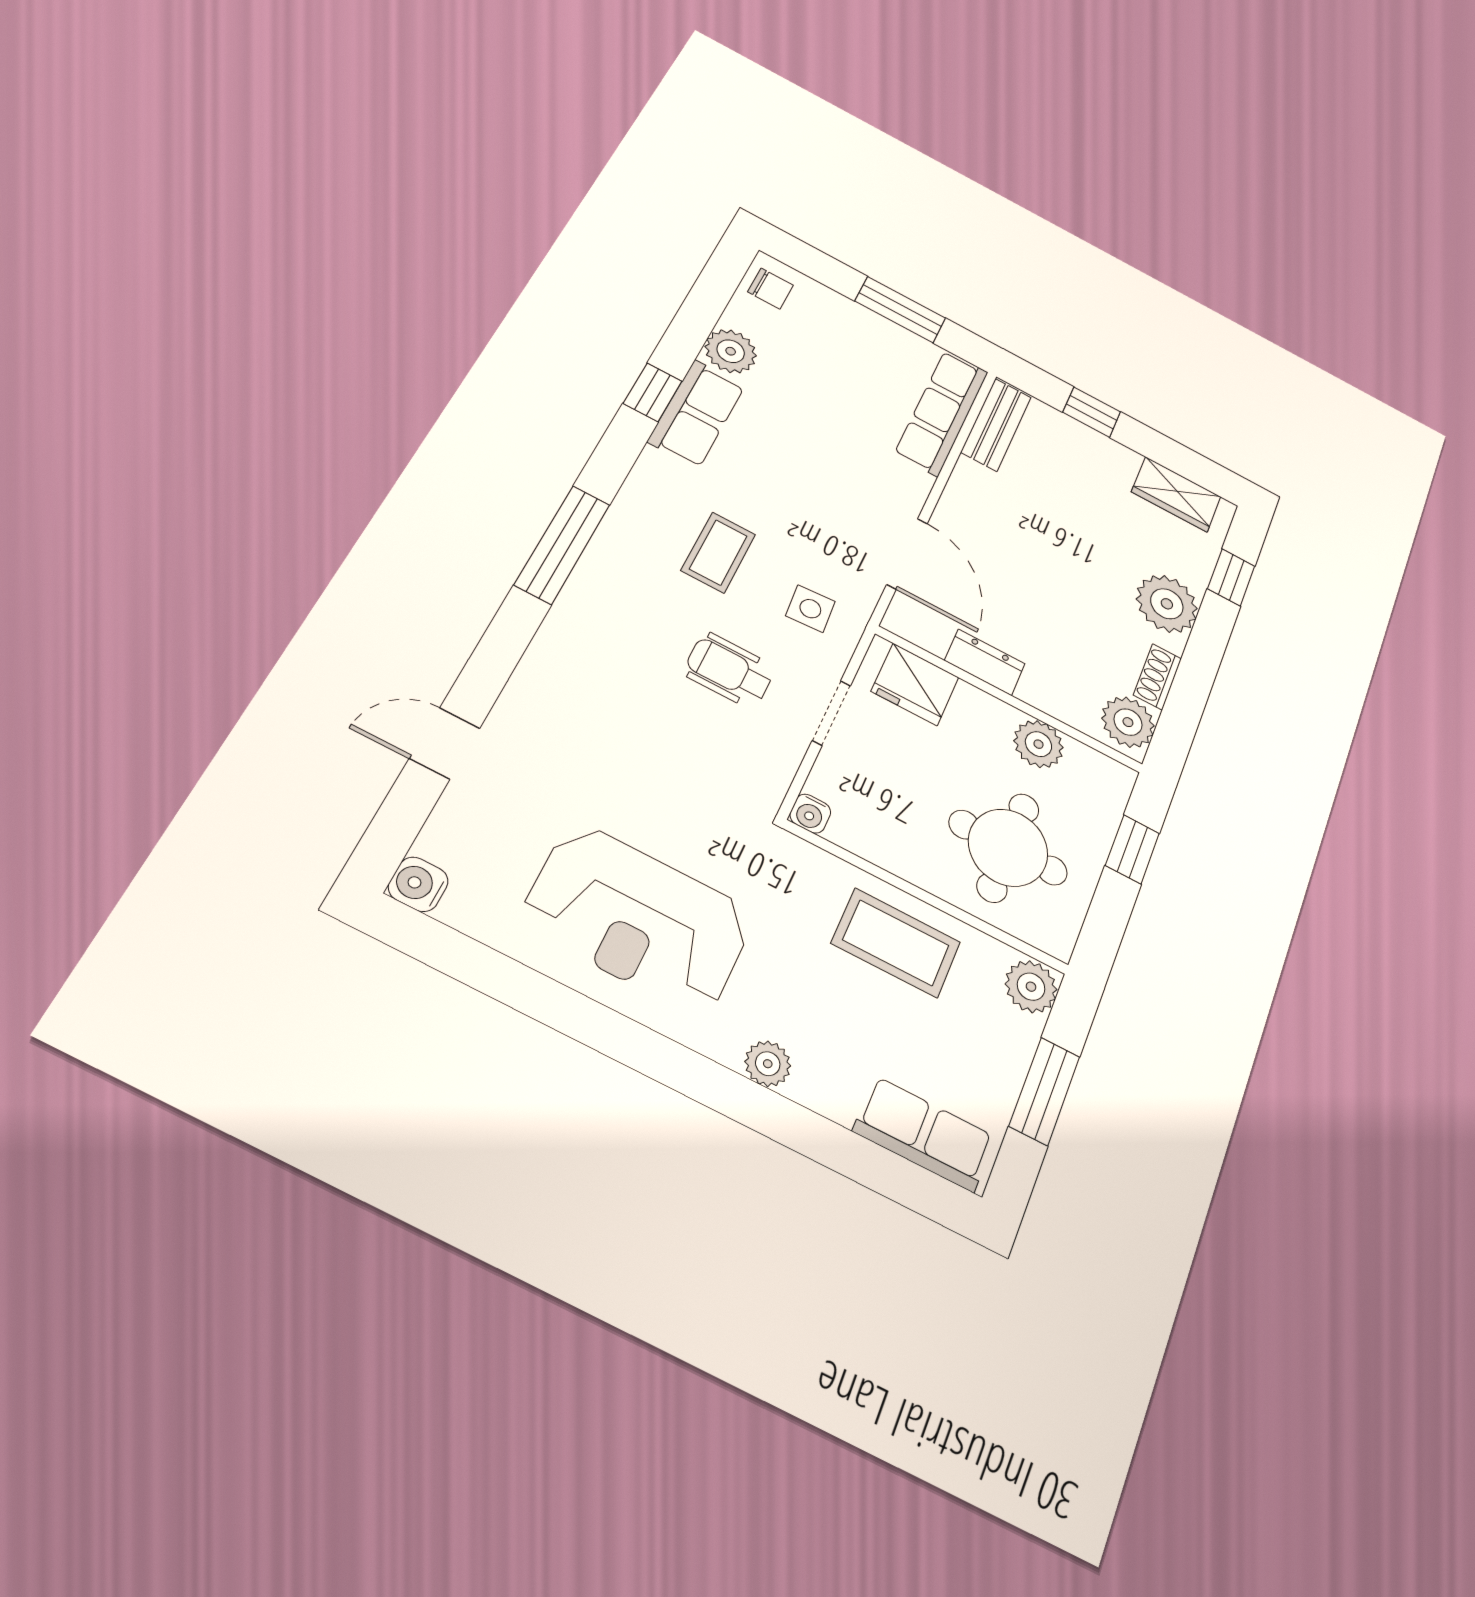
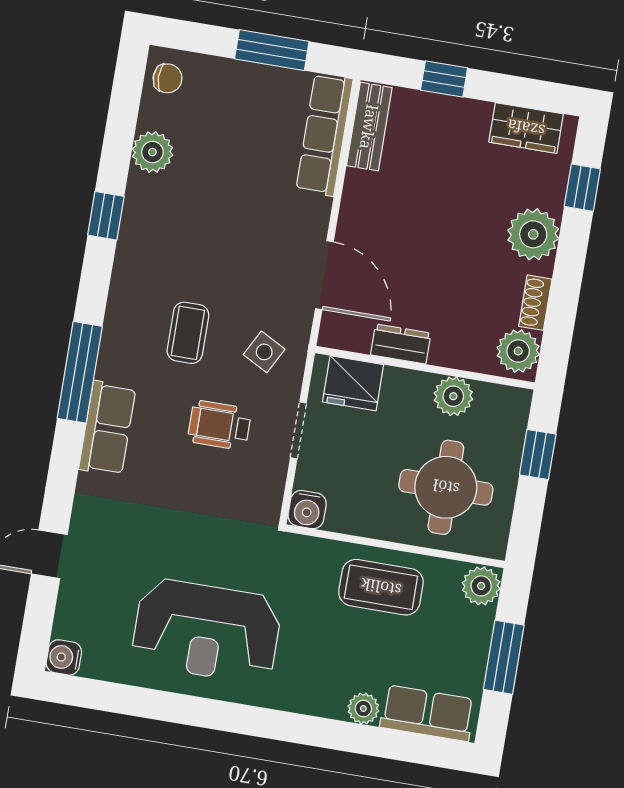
row of seats: (697, 414) -> (107, 428), moved
side table: (810, 609) -> (264, 352), turned 32
water cooler: (810, 814) -> (307, 510), width x1.38, depth x1.38
plant: (768, 1064) -> (363, 709), moved

